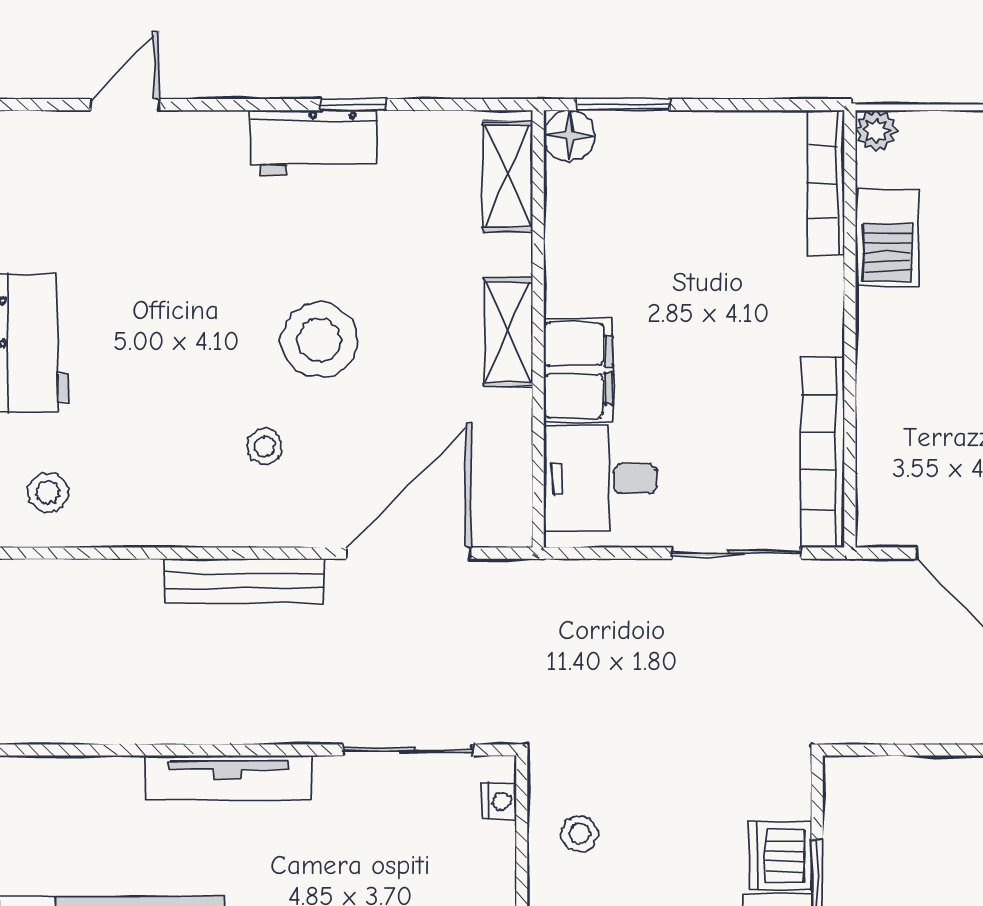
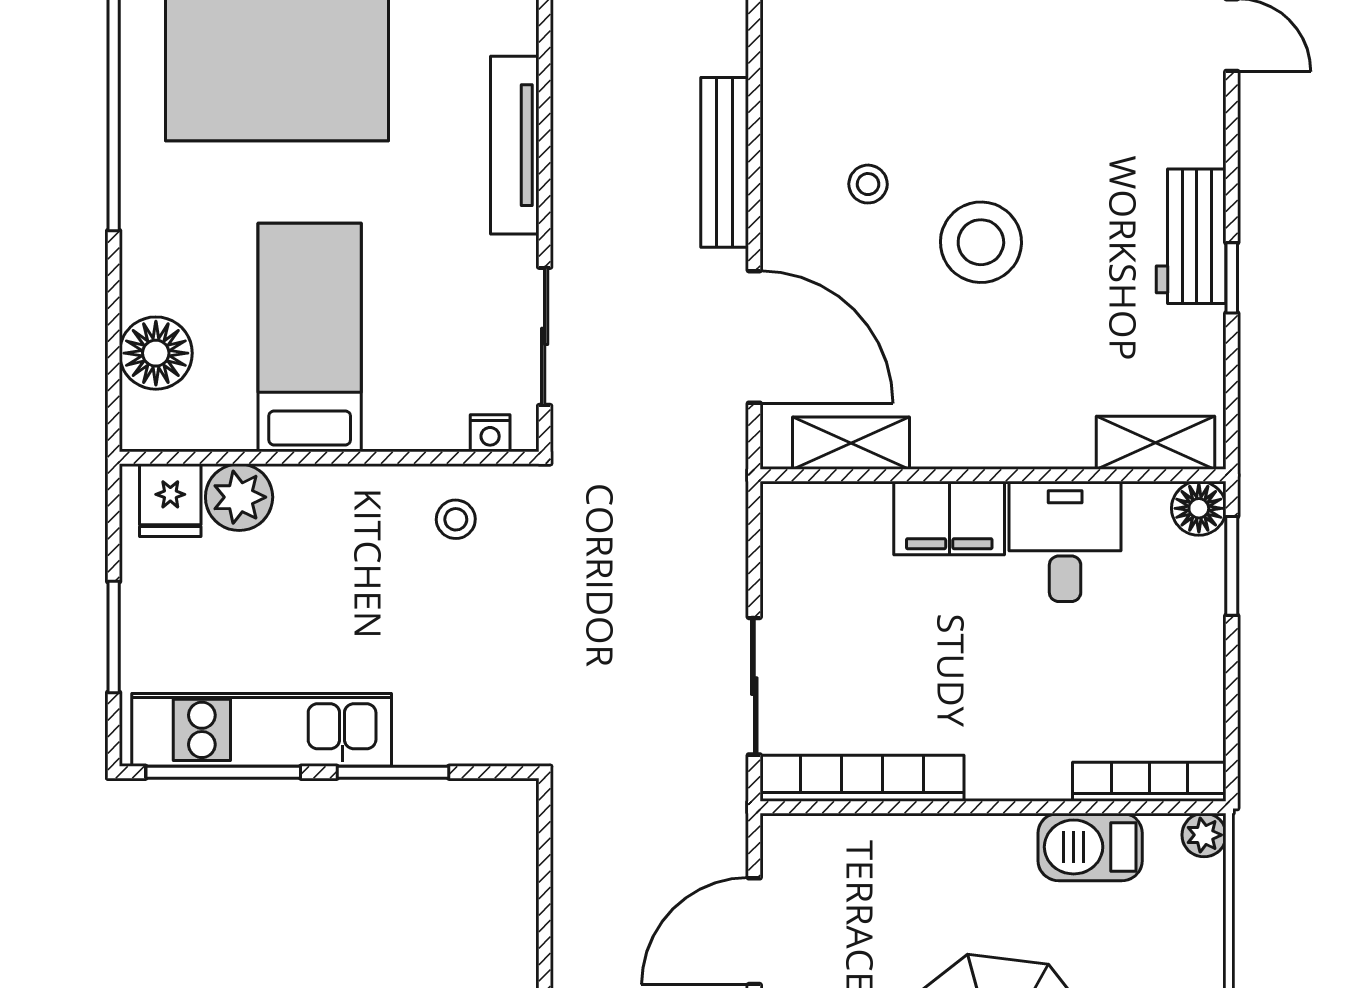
shelving: (508, 332) -> (851, 443), moved
desk: (600, 479) -> (1065, 541), moved
dishwasher: (780, 856) -> (432, 733), removed

